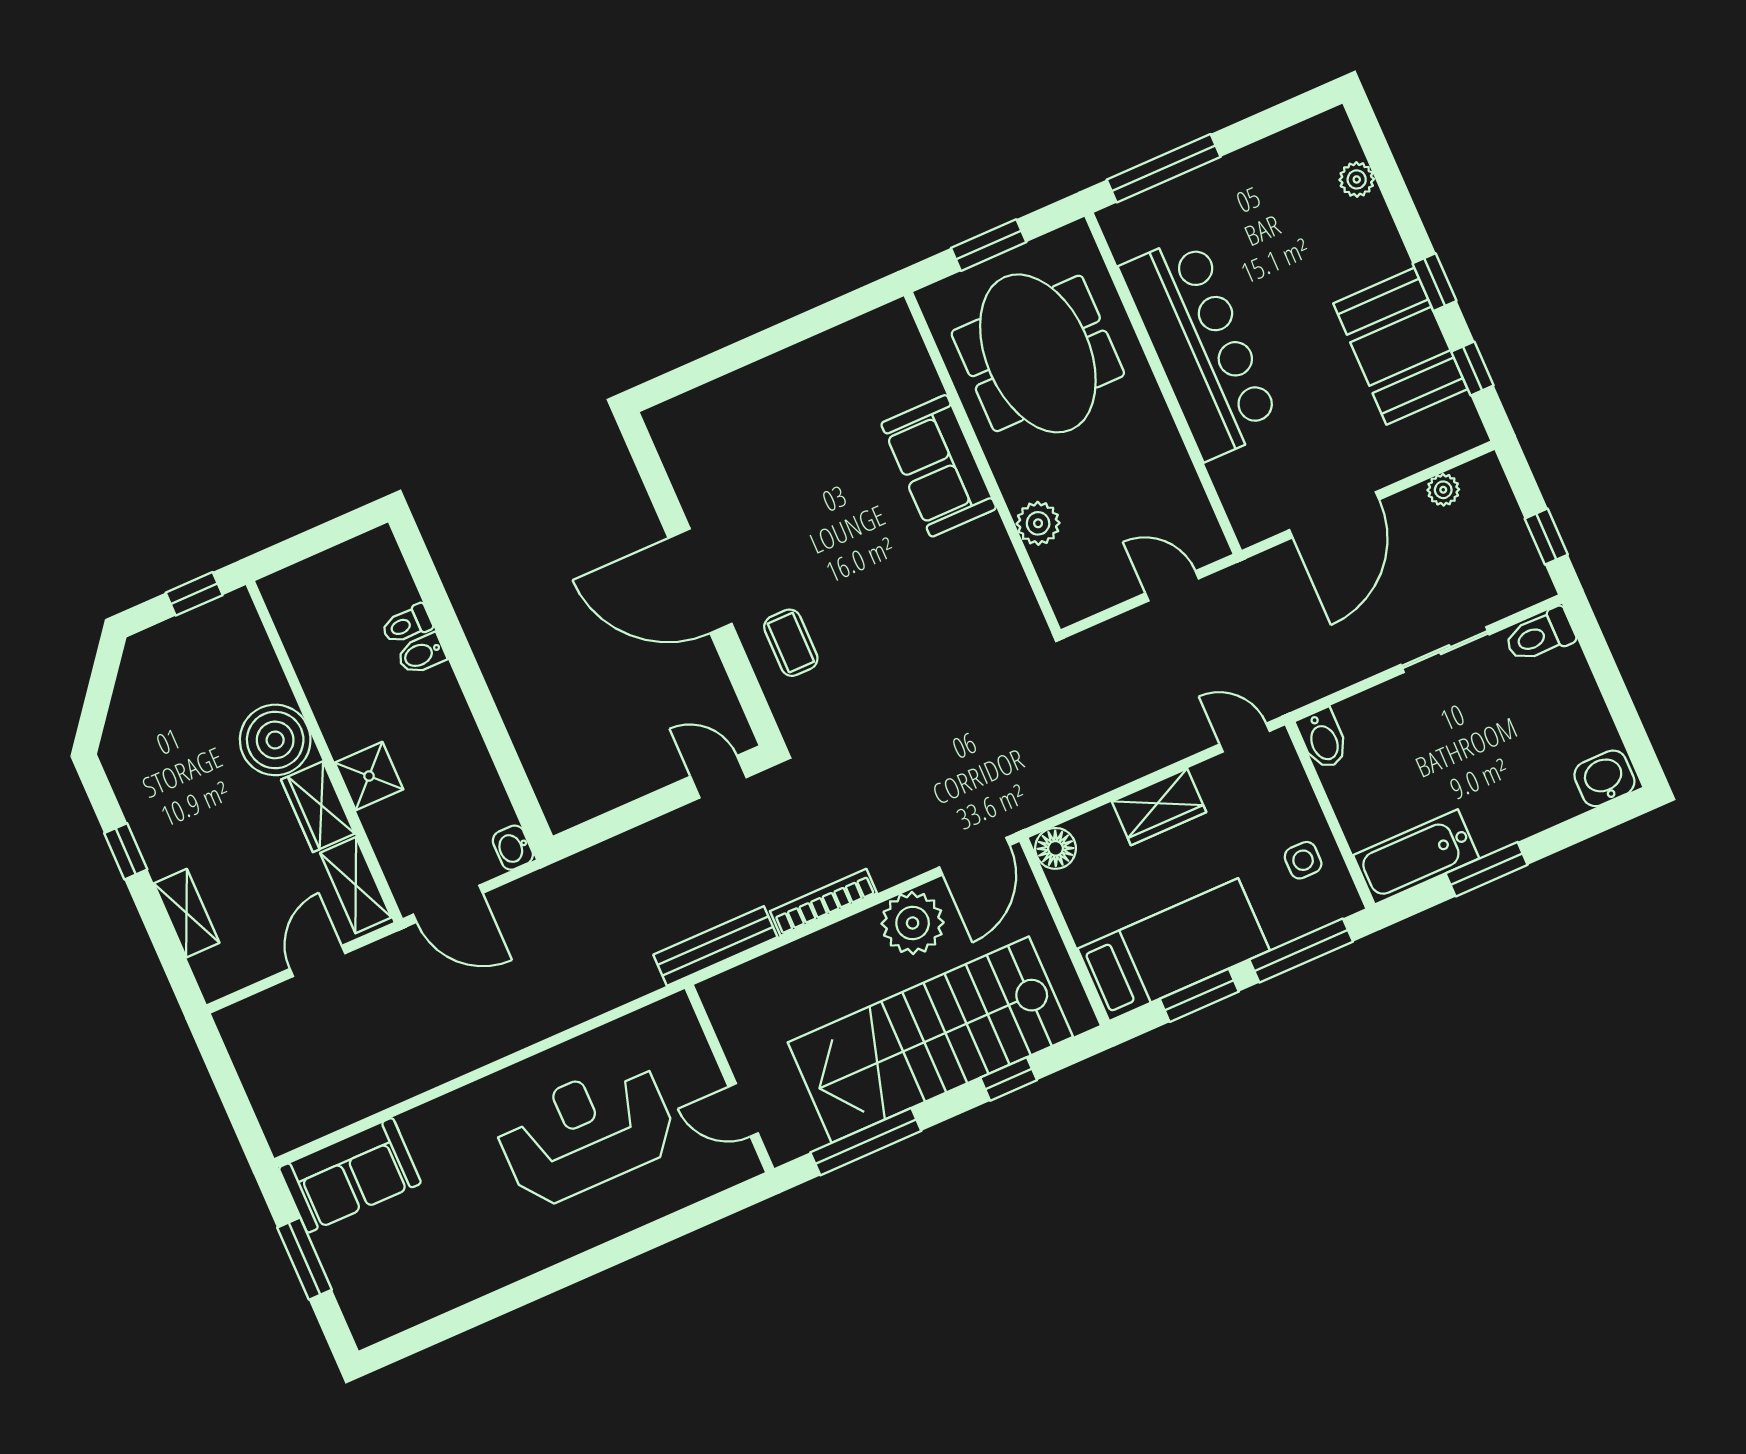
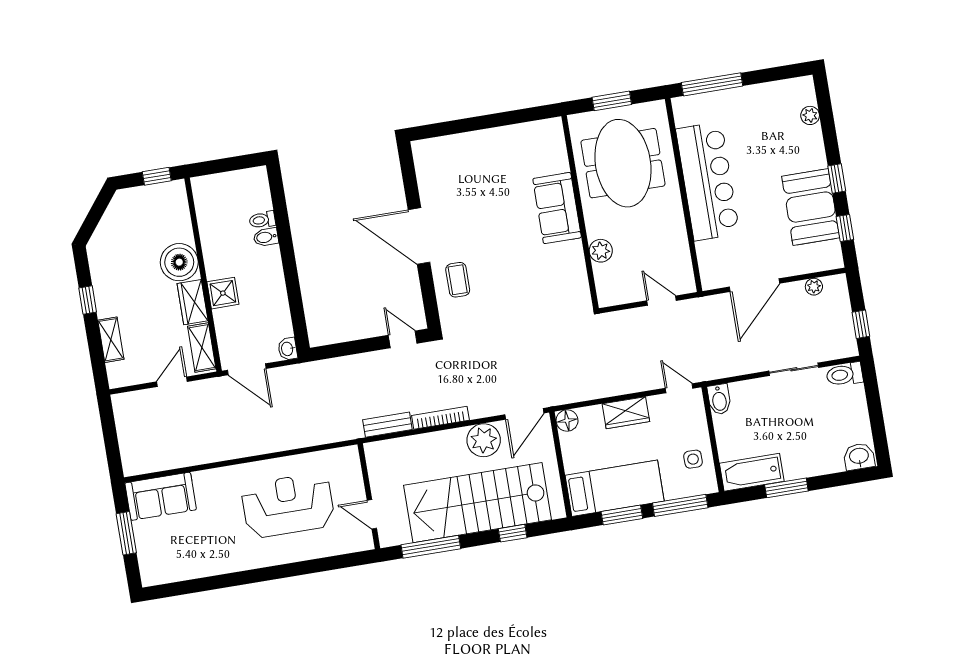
bench: (715, 946) -> (387, 425), width x0.73

